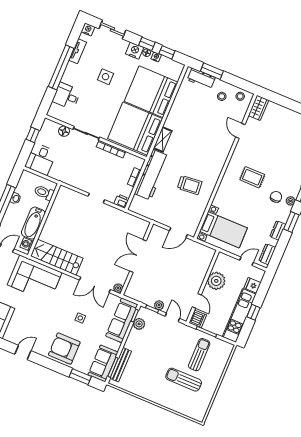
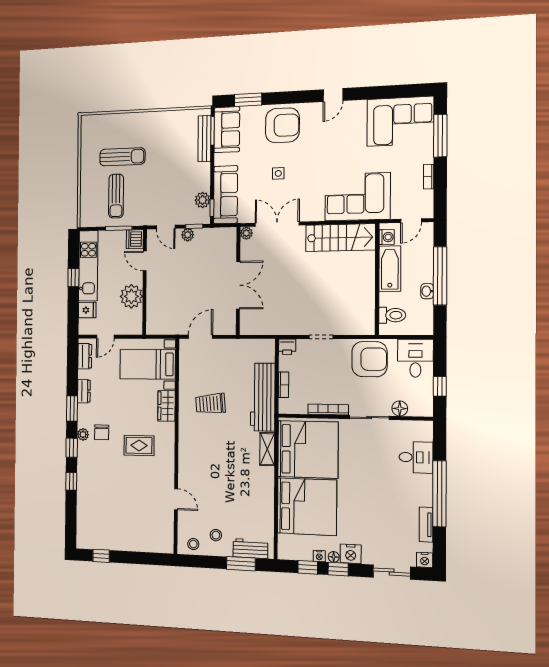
side table: (106, 77) -> (375, 504), removed
wardrobe: (259, 108) -> (167, 406), moved
armchair: (70, 171) -> (369, 359), added

